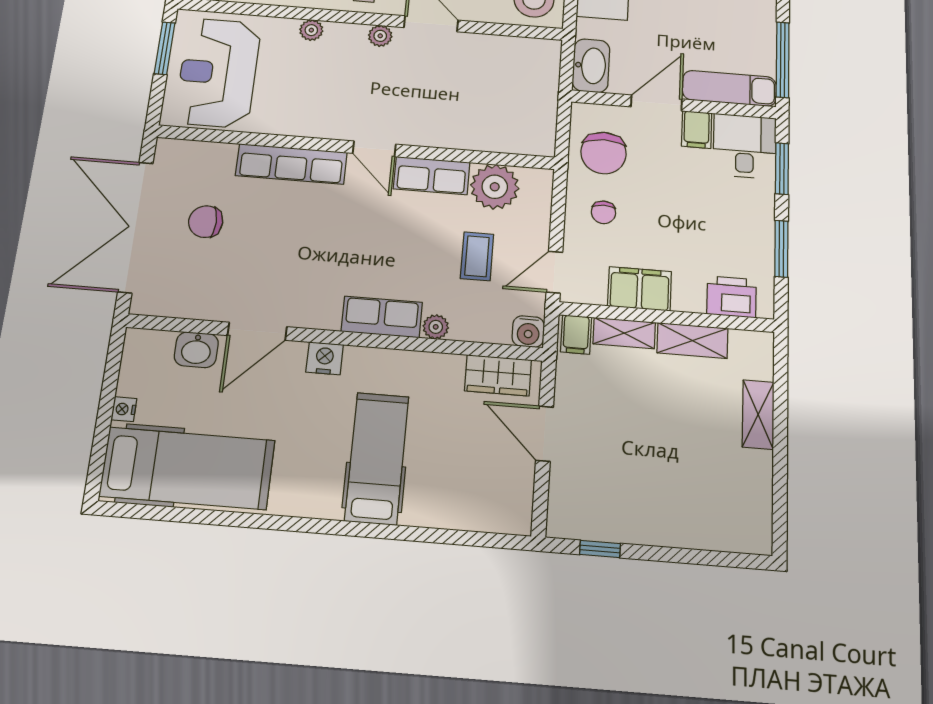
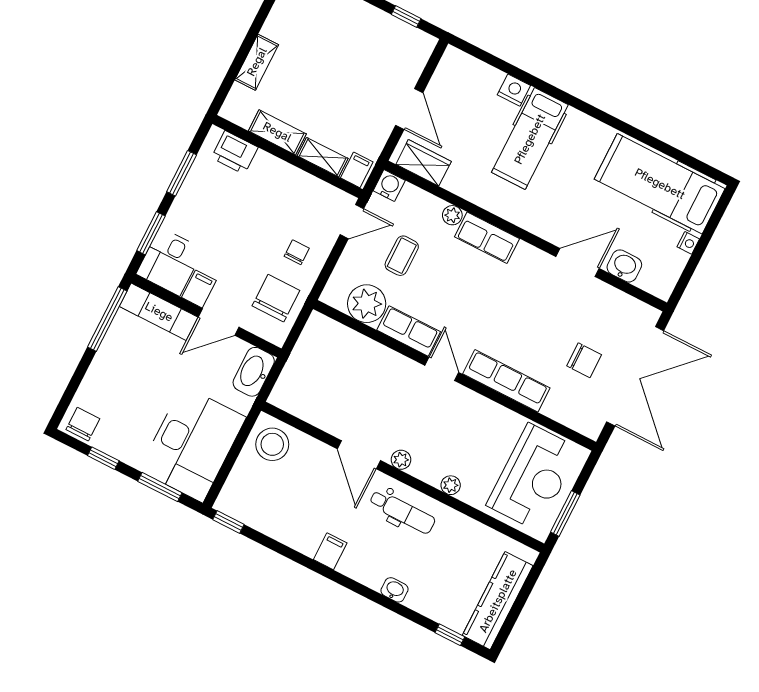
filing cabinet: (640, 289) -> (297, 185), removed
nightstand: (325, 358) -> (514, 90), moved, turned 180

